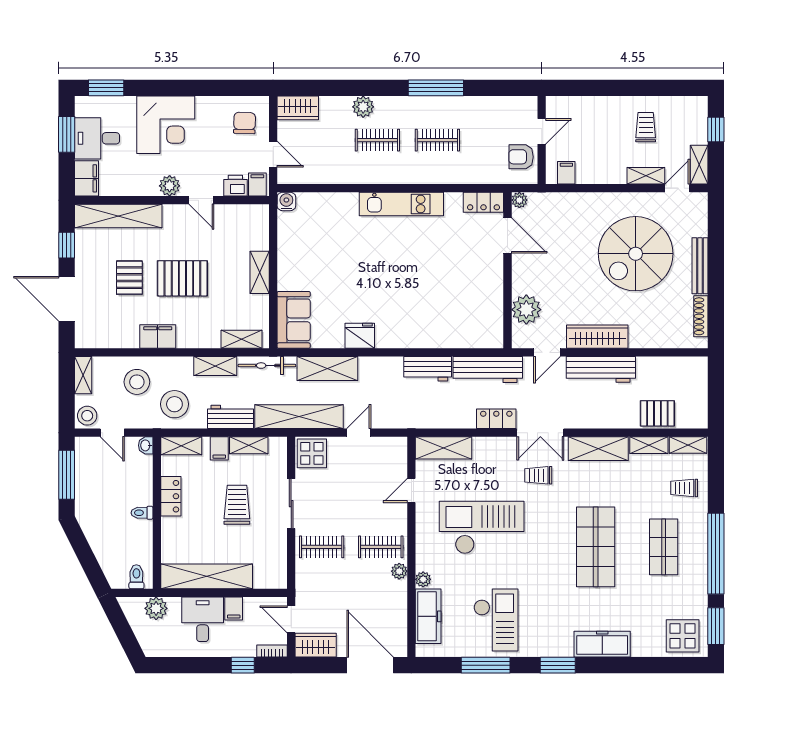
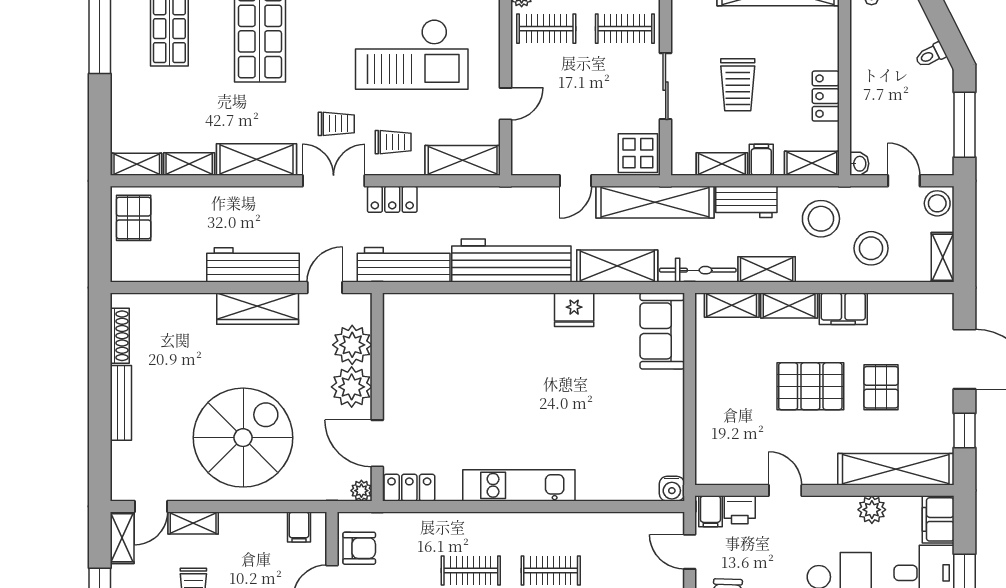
plant: (170, 186) -> (872, 510), moved
spiral stairs: (636, 254) -> (243, 438), moved
shelving: (260, 272) -> (789, 306), moved, turned 90
plant: (527, 278) -> (352, 387), added
workbench: (428, 369) -> (511, 261), width x1.88, depth x1.32
pallet: (657, 413) -> (134, 218), moved, turned 90
trolley: (684, 488) -> (393, 142), moved
toilet: (142, 513) -> (931, 55), moved, turned 153

